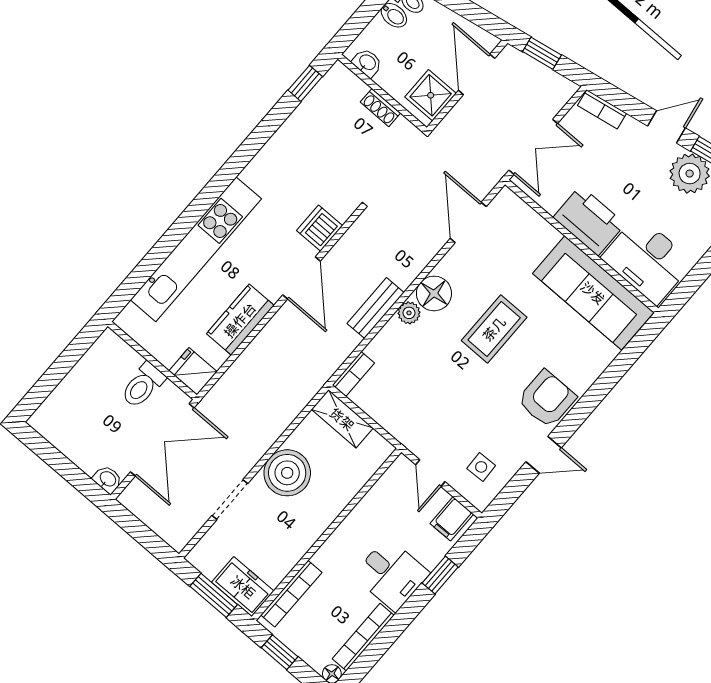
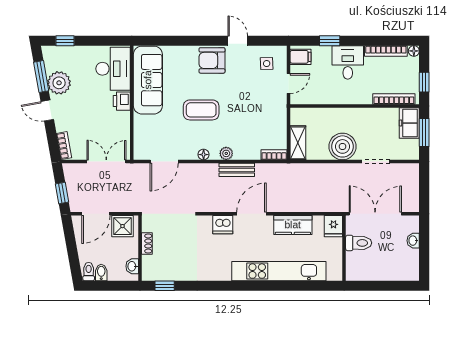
printer: (589, 221) -> (122, 101), width x0.53, depth x0.68
floor lamp: (434, 293) -> (204, 155), width x0.53, depth x0.53
washbasin: (108, 479) -> (413, 241), moved

